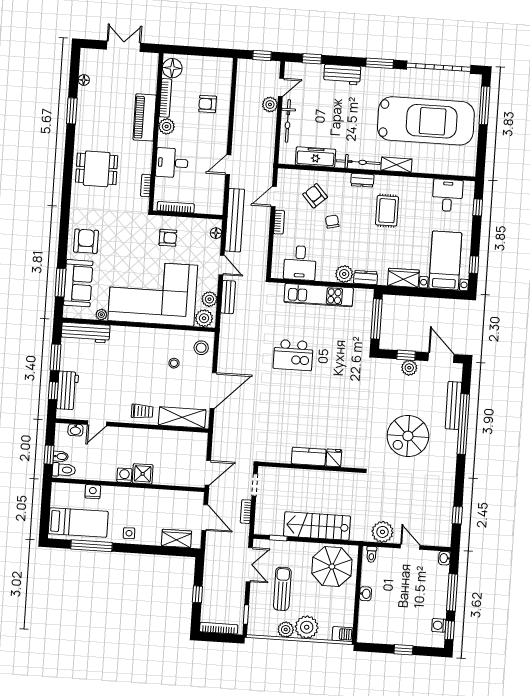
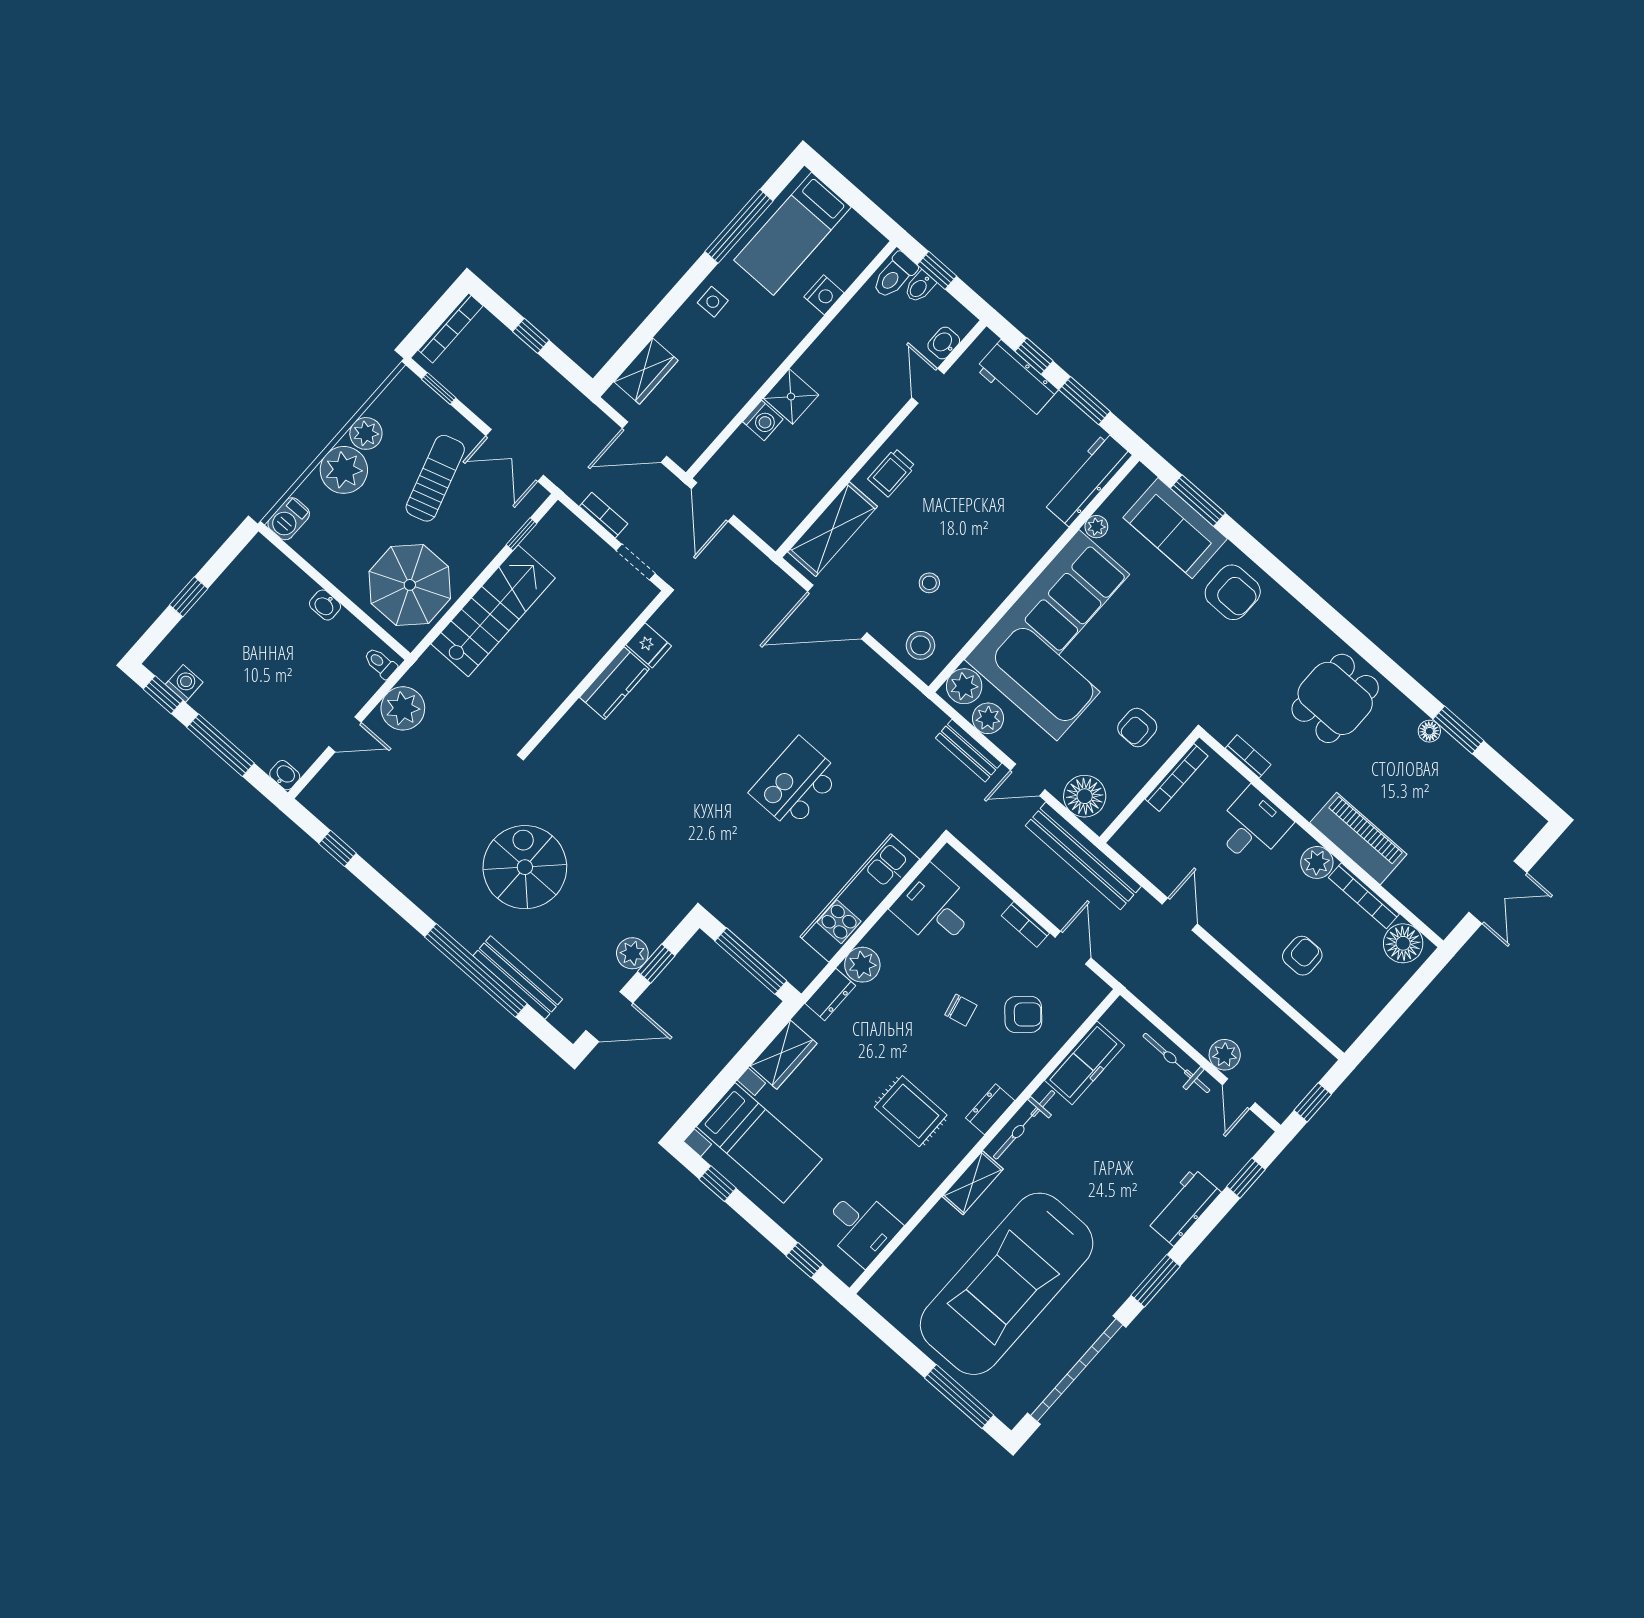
floor lamp: (84, 80) -> (1429, 731), moved
floor lamp: (216, 233) -> (1085, 796), width x1.89, depth x1.89
door: (213, 391) -> (837, 612), hinge flipped
fridge: (334, 458) -> (649, 645), moved
washing machine: (124, 475) -> (763, 420), moved
sun lounger: (282, 589) -> (435, 478), turned -107

